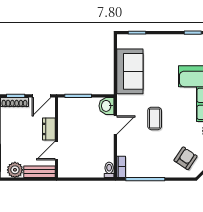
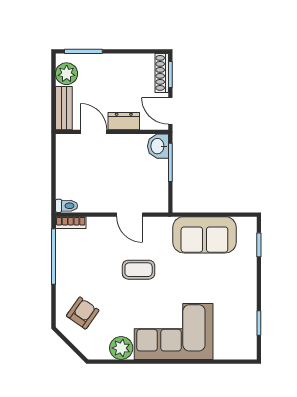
washbasin: (107, 106) -> (158, 146), moved, turned -90
armchair: (186, 158) -> (83, 313), turned -89

